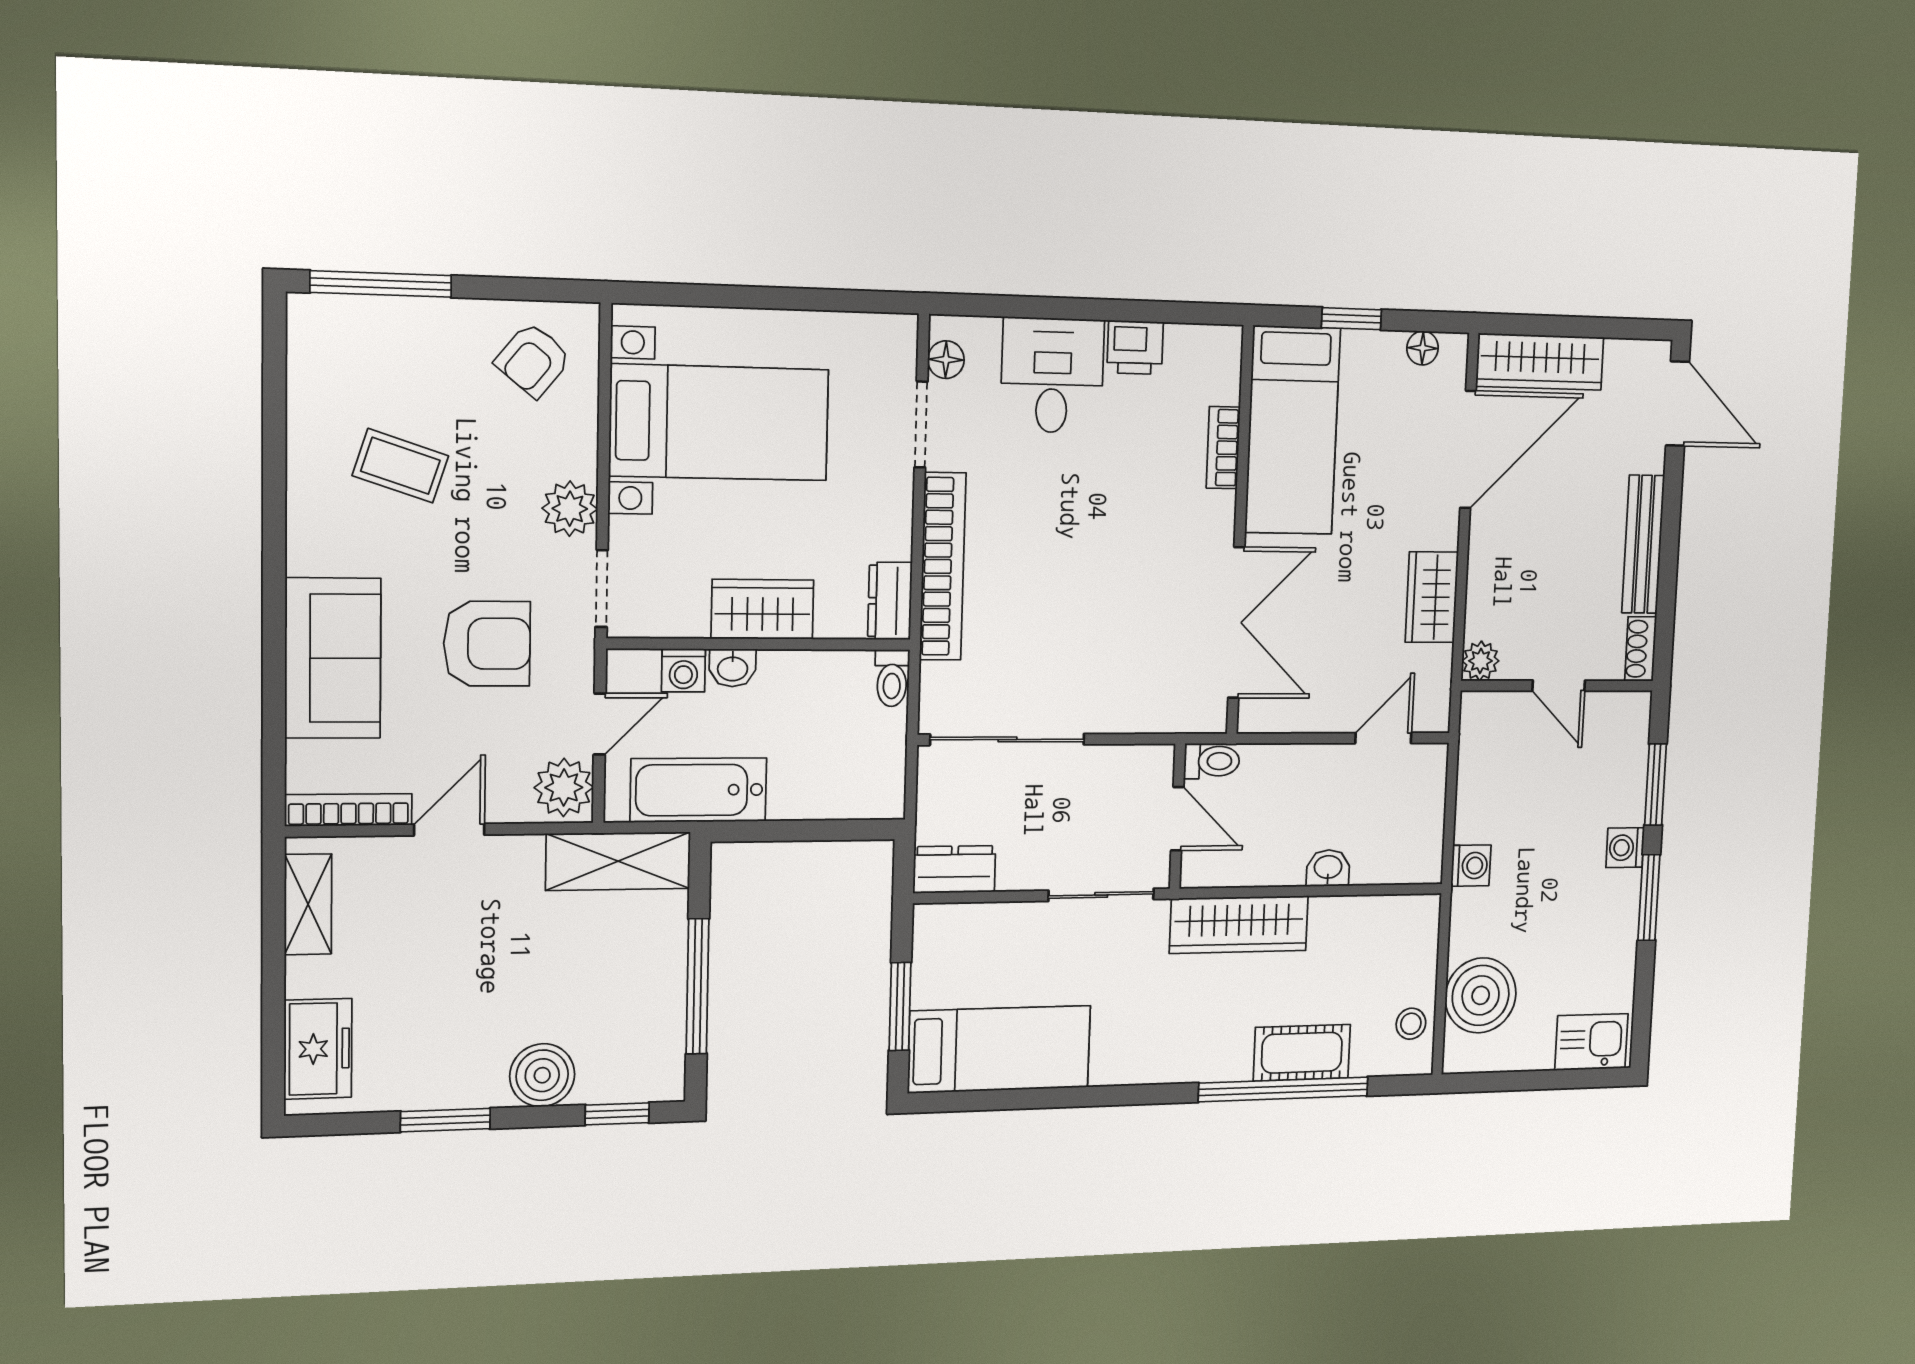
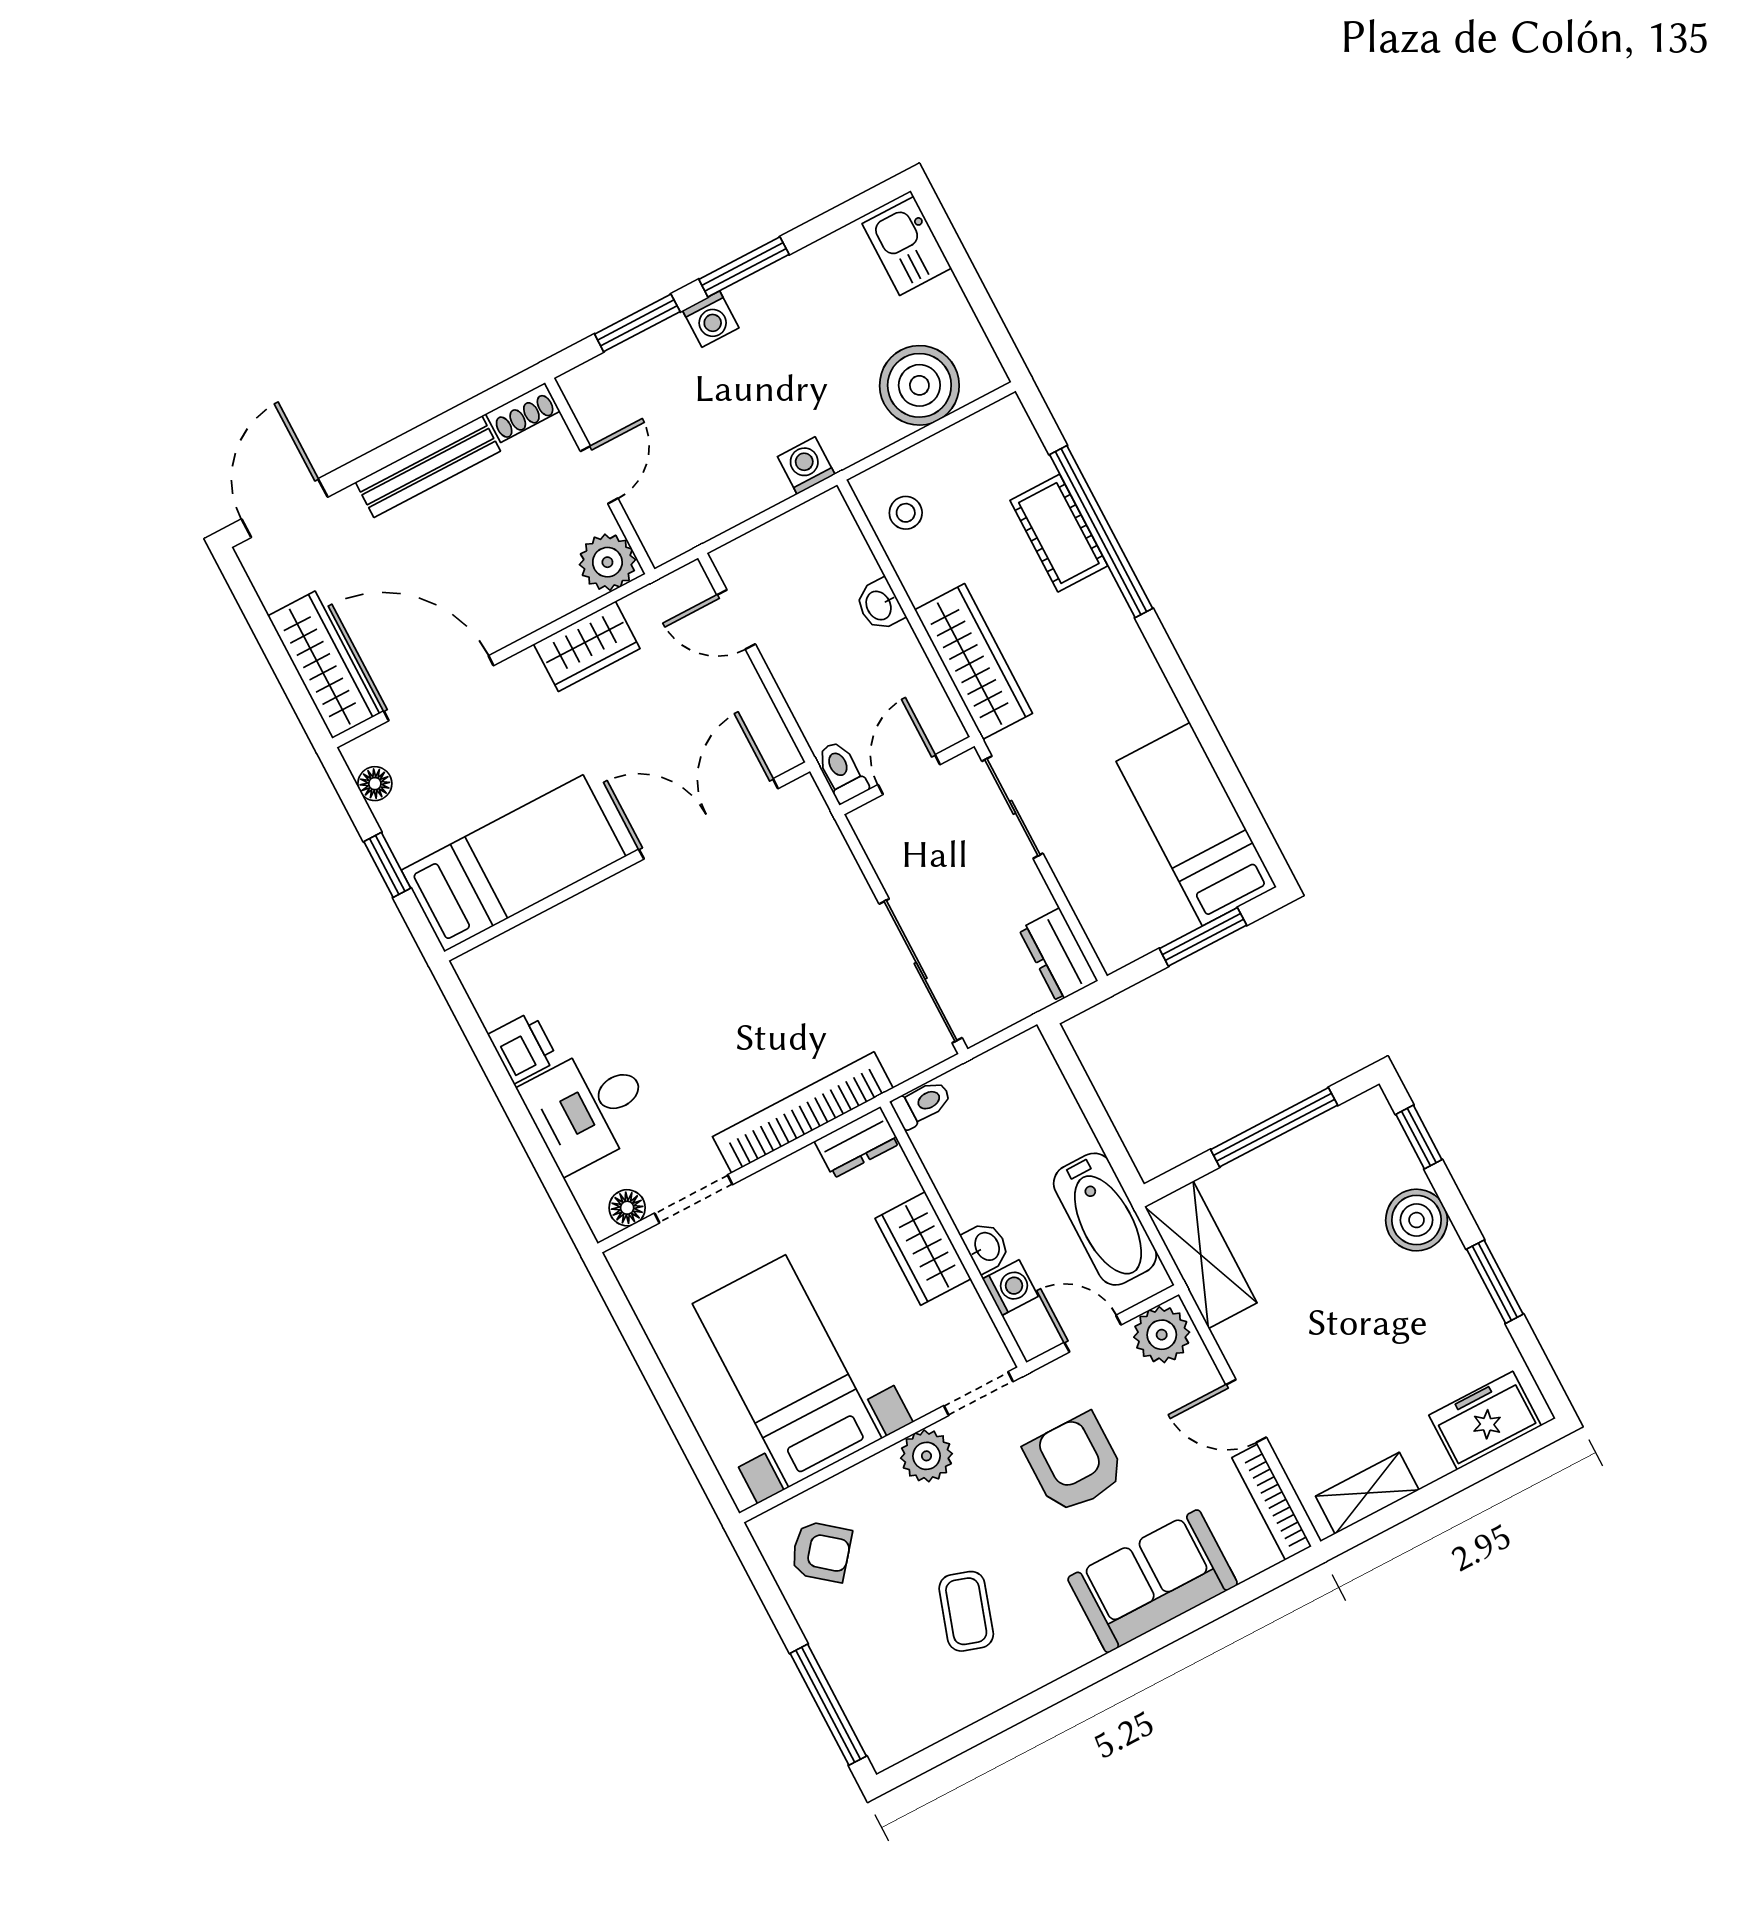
bookcase: (1223, 448) -> (564, 919), removed
plant: (1480, 661) -> (607, 562), width x1.38, depth x1.38
stool: (1411, 1024) -> (906, 513), moved

